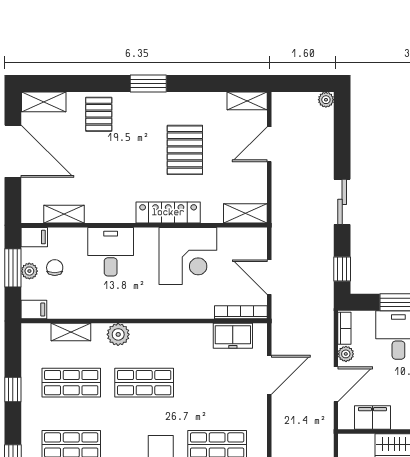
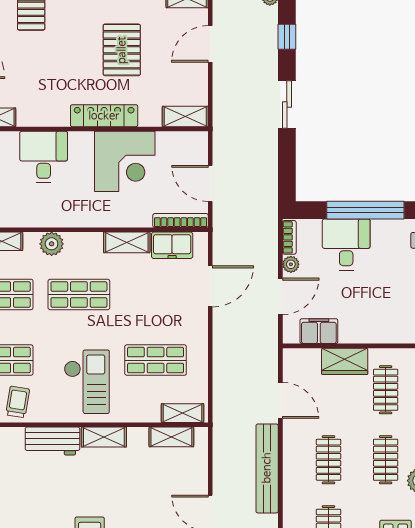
window: (342, 269) -> (287, 37), moved
shelving: (190, 333) -> (127, 242), added

